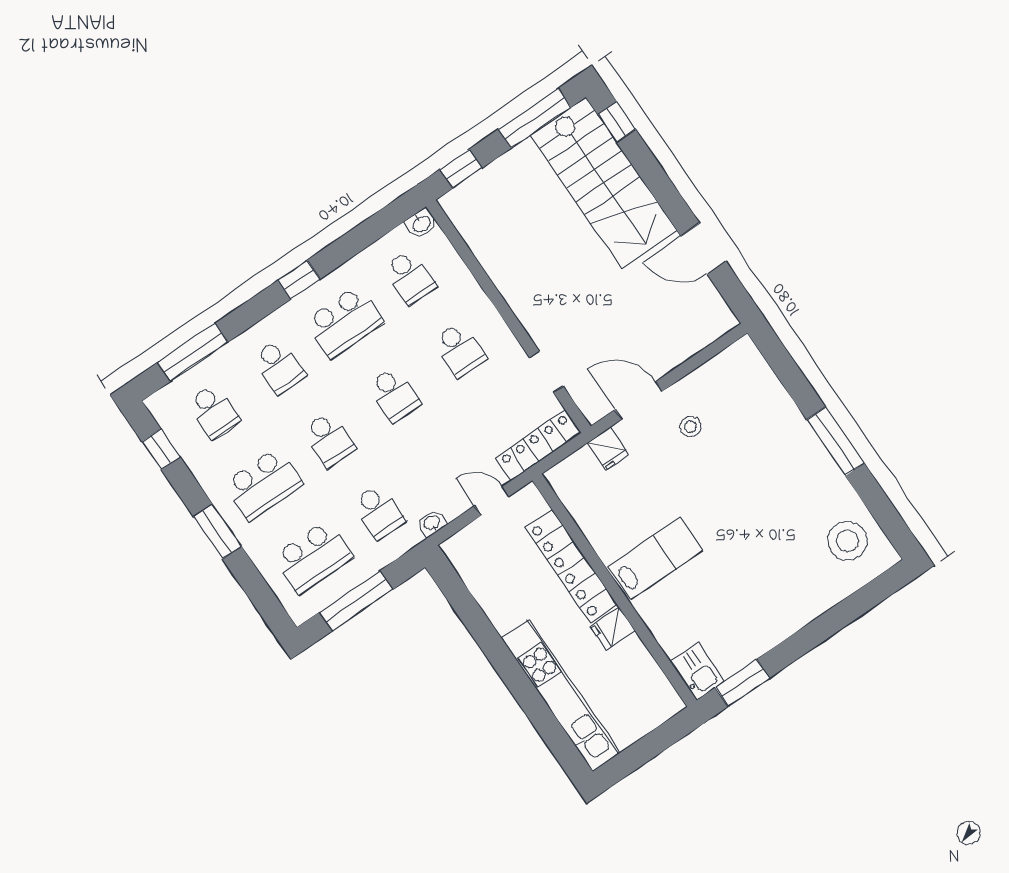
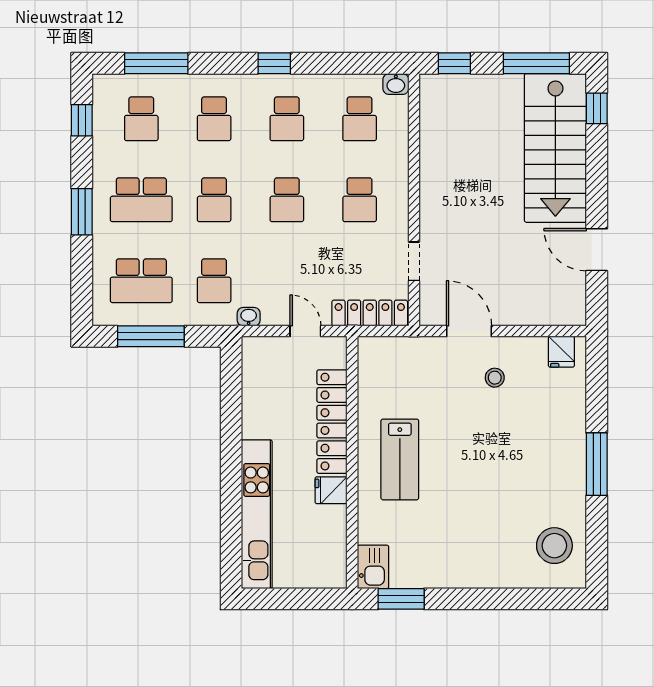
school desk: (344, 322) -> (287, 119), width x0.54
fridge: (608, 449) -> (561, 352), moved
lab bench: (656, 558) -> (400, 459), turned 90

